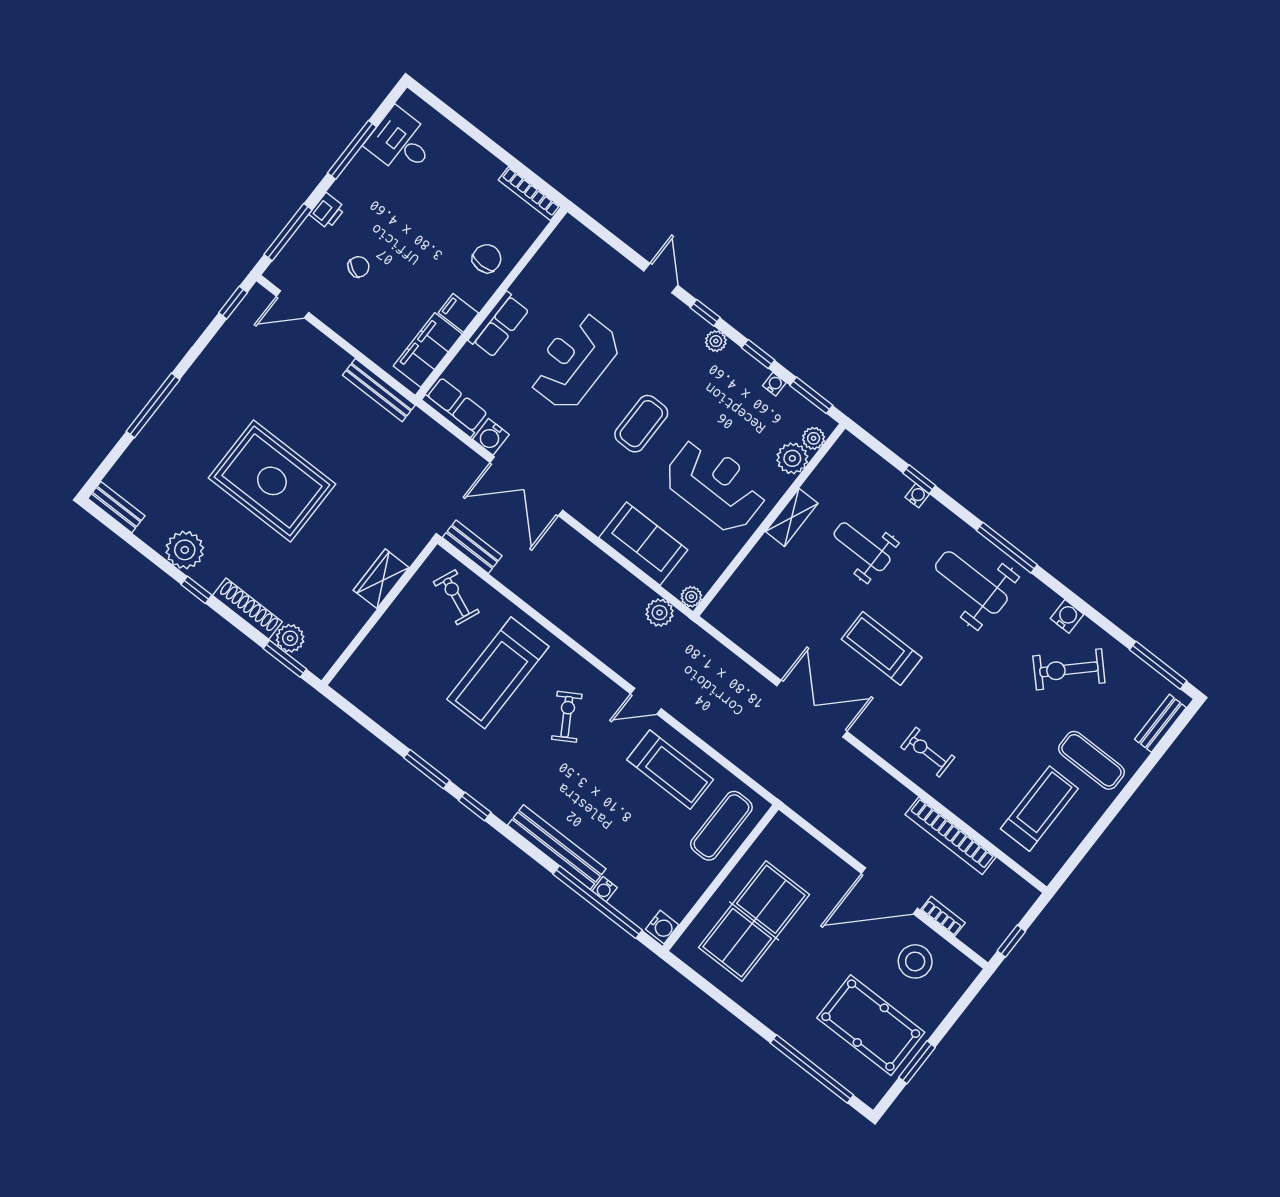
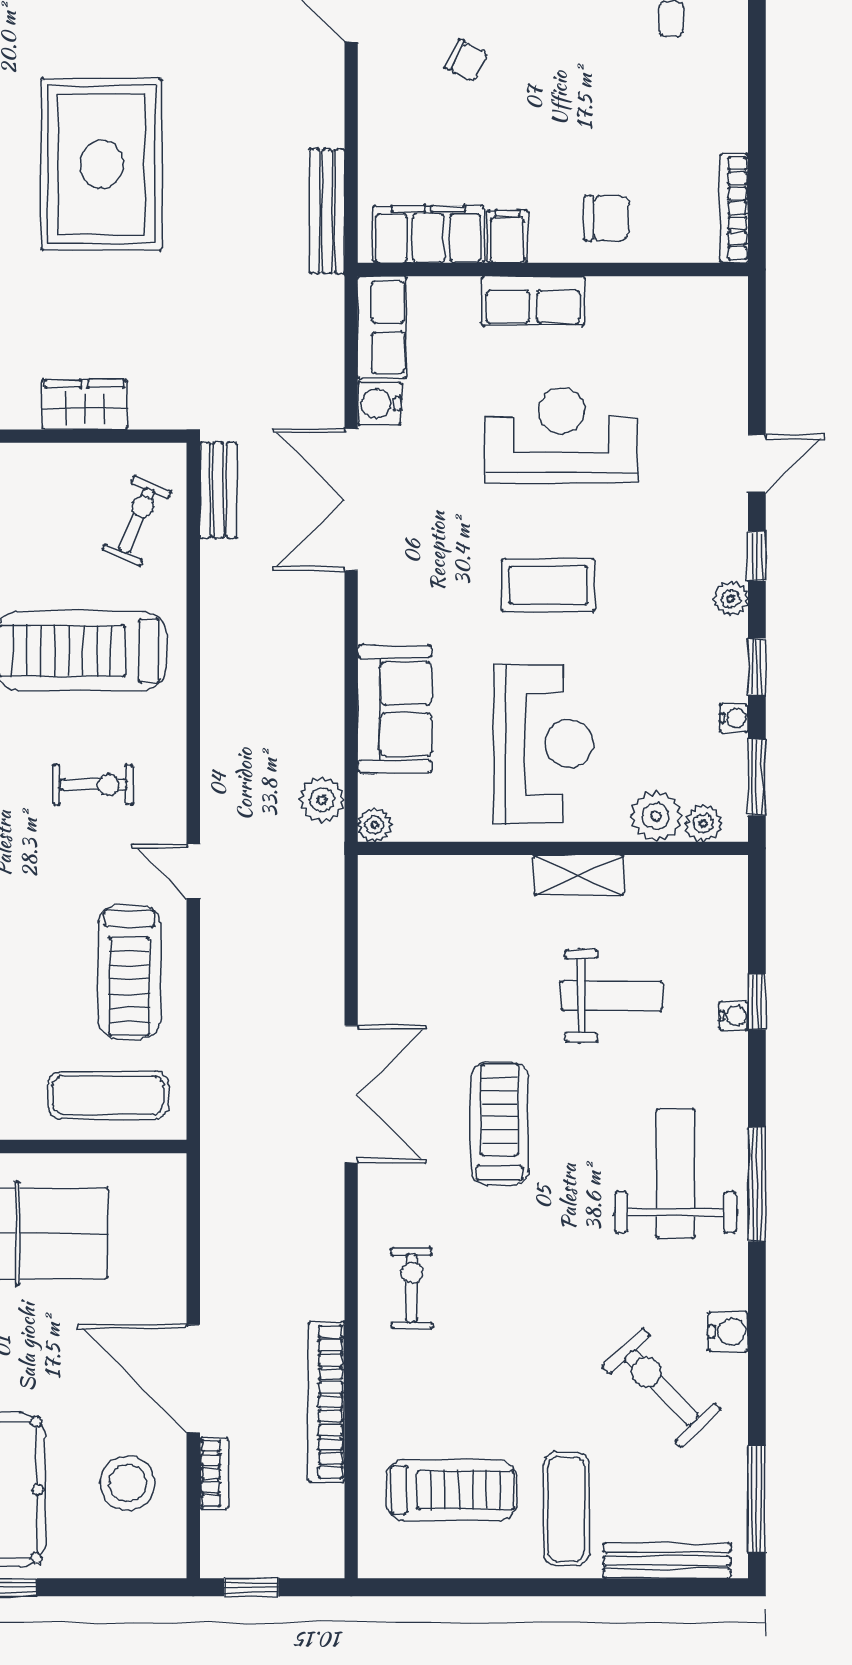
weight bench: (862, 547) -> (612, 996), turned 90
exercise bike: (567, 717) -> (93, 785), turned 31
bench: (1160, 723) -> (667, 1561), width x1.36

